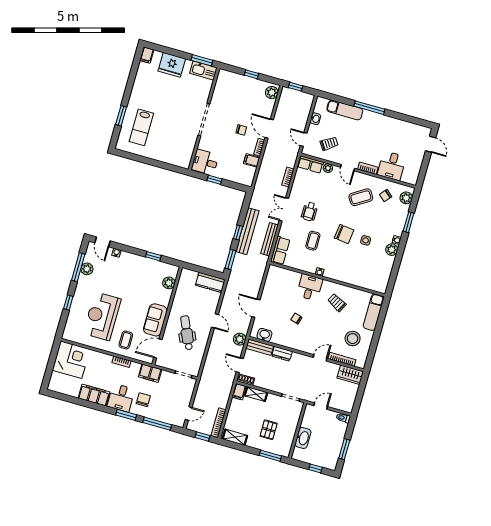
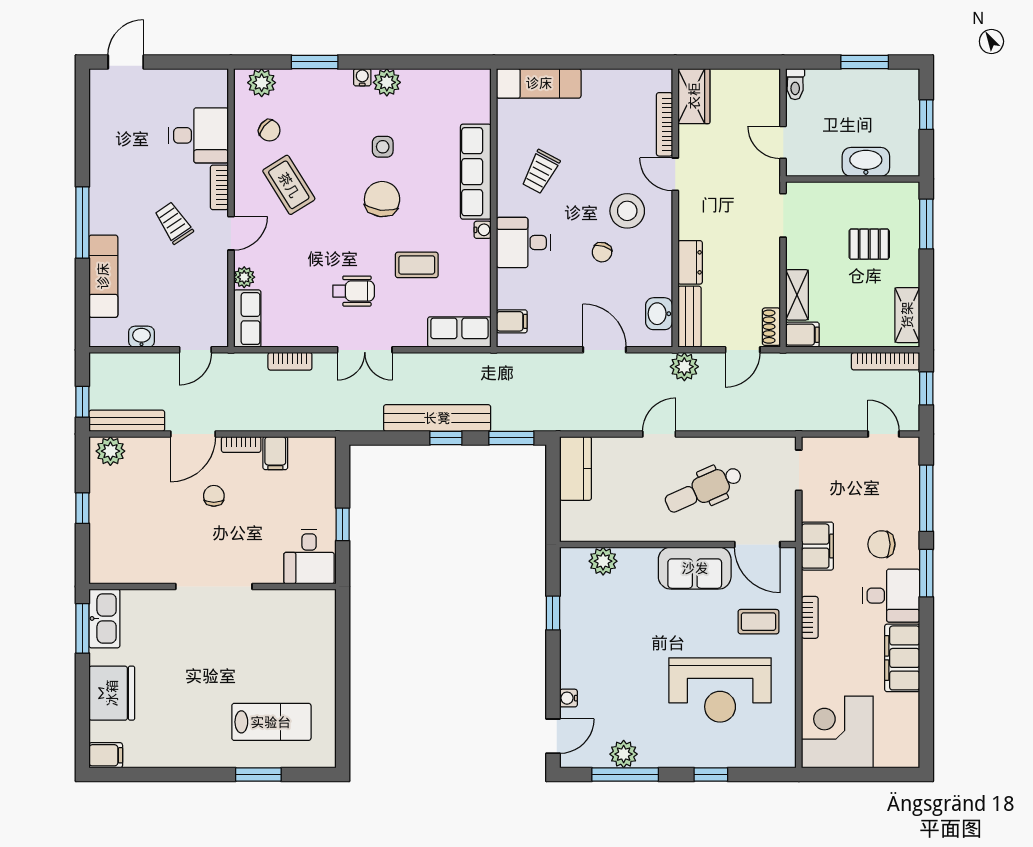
trolley: (329, 144) -> (174, 223), moved
bench: (269, 239) -> (127, 421), moved
filing cabinet: (278, 273) -> (512, 321), added
row of seats: (344, 276) -> (476, 172), added
door: (256, 308) -> (605, 350), swing flipped
stool: (353, 339) -> (627, 211), moved

